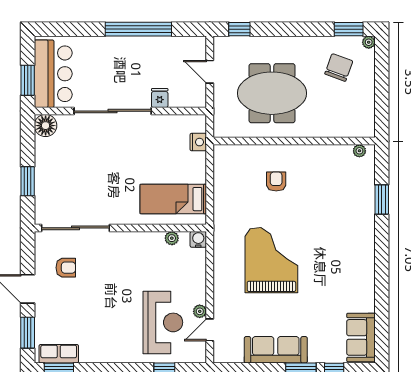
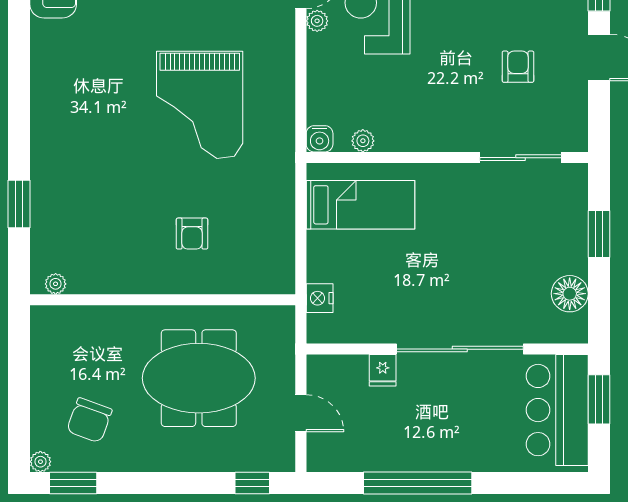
floor lamp: (46, 126) -> (570, 294), moved
sliding door: (76, 228) -> (521, 158), width x0.73
armchair: (66, 268) -> (518, 67), moved, turned 90

